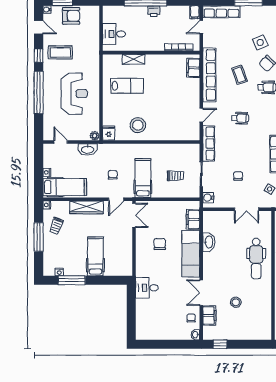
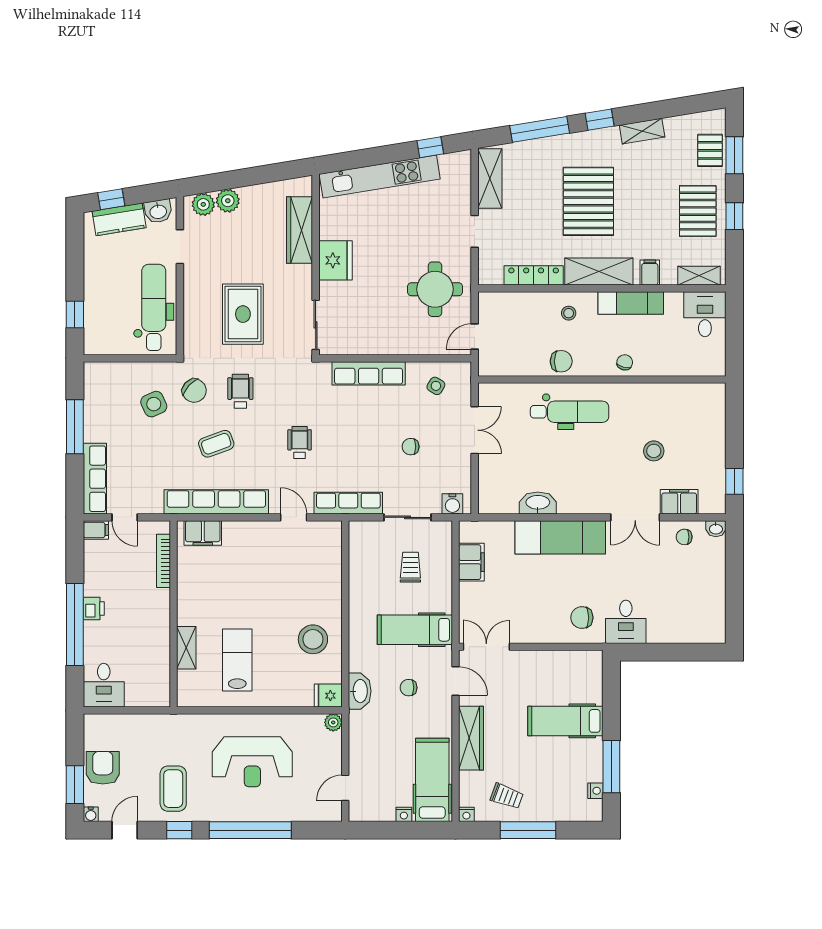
desk: (114, 34) -> (104, 685), moved
reception desk: (74, 94) -> (252, 762), turned 180
washbasin: (88, 149) -> (360, 691), moved
filing cabinet: (193, 219) -> (471, 562), moved, turned -90
chair: (160, 244) -> (582, 618), moved

